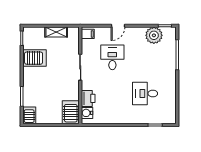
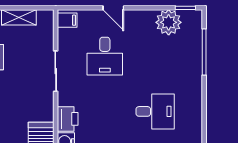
door: (118, 26) -> (113, 8), hinge flipped
desk: (112, 57) -> (105, 56), turned 180
desk: (145, 93) -> (155, 111), turned 180

